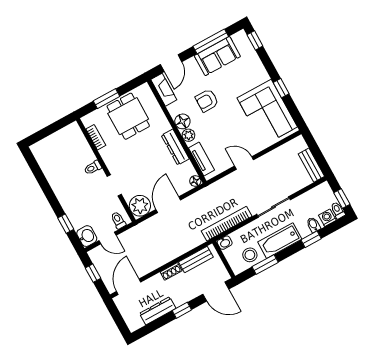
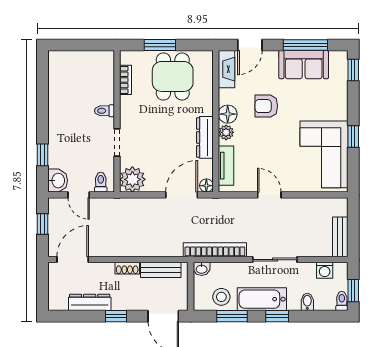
door: (168, 205) -> (182, 195), moved
washing machine: (327, 218) -> (325, 270), moved, turned 180
window: (311, 239) -> (277, 316), moved

